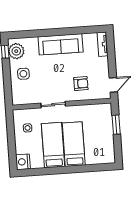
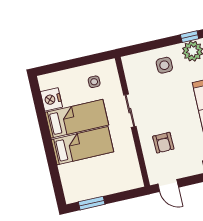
window: (116, 125) -> (92, 203), moved
nightstand: (23, 162) -> (51, 99), moved, turned -90

